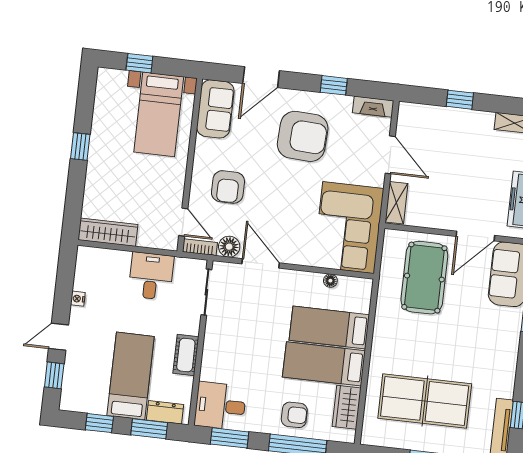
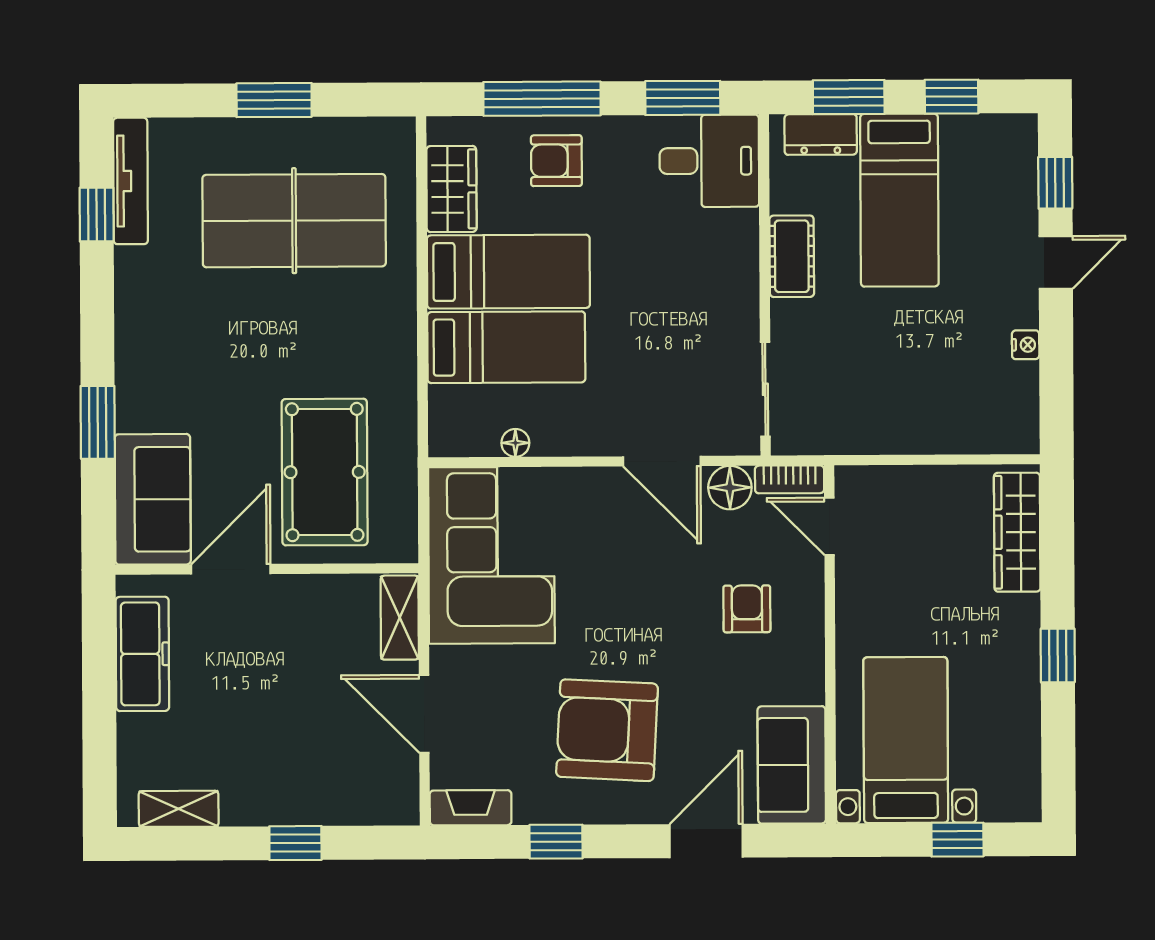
armchair: (228, 187) -> (747, 609), width x0.72, depth x0.72
wardrobe: (108, 232) -> (1017, 532), moved, turned 90
desk: (151, 276) -> (882, 409), removed

